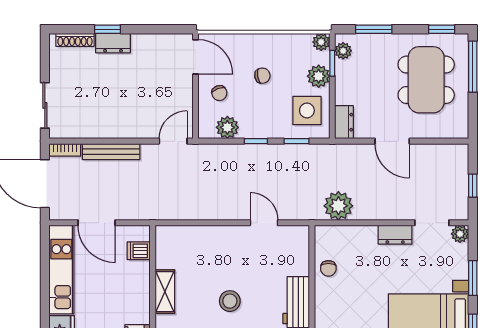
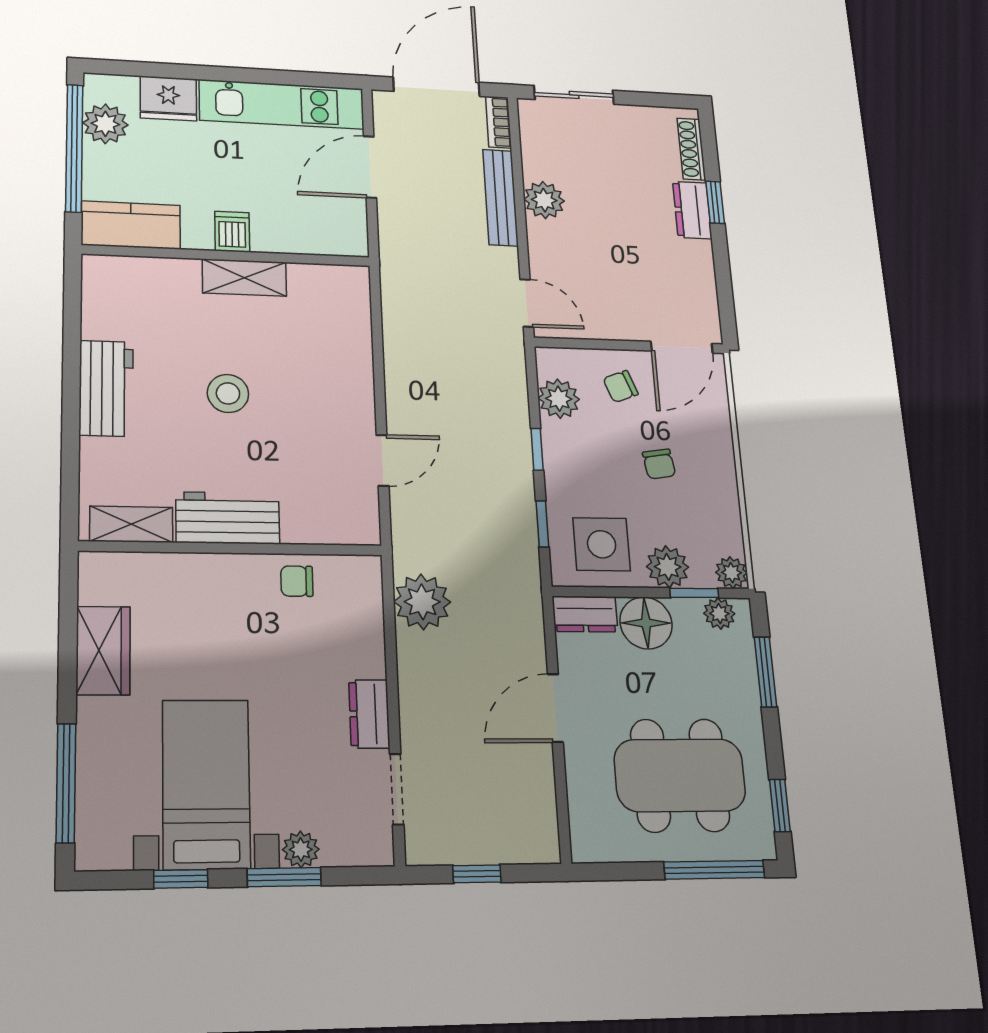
floor lamp: (348, 90) -> (646, 623), added
plant: (111, 127) -> (544, 200), added
plant: (460, 234) -> (301, 849), moved
dishwasher: (139, 251) -> (232, 232), moved

